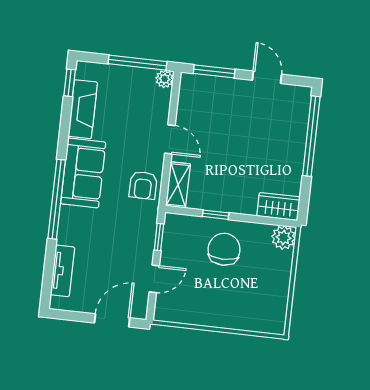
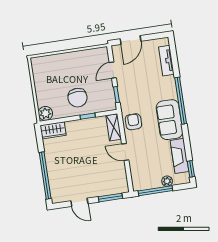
plant: (165, 79) -> (167, 181), moved

